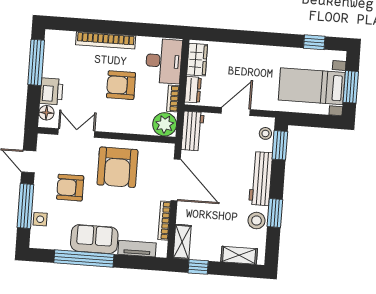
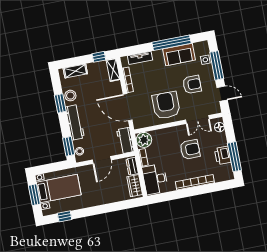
armchair: (121, 85) -> (190, 149), moved
printer: (51, 91) -> (223, 155), moved
sofa: (94, 239) -> (179, 54), moved

